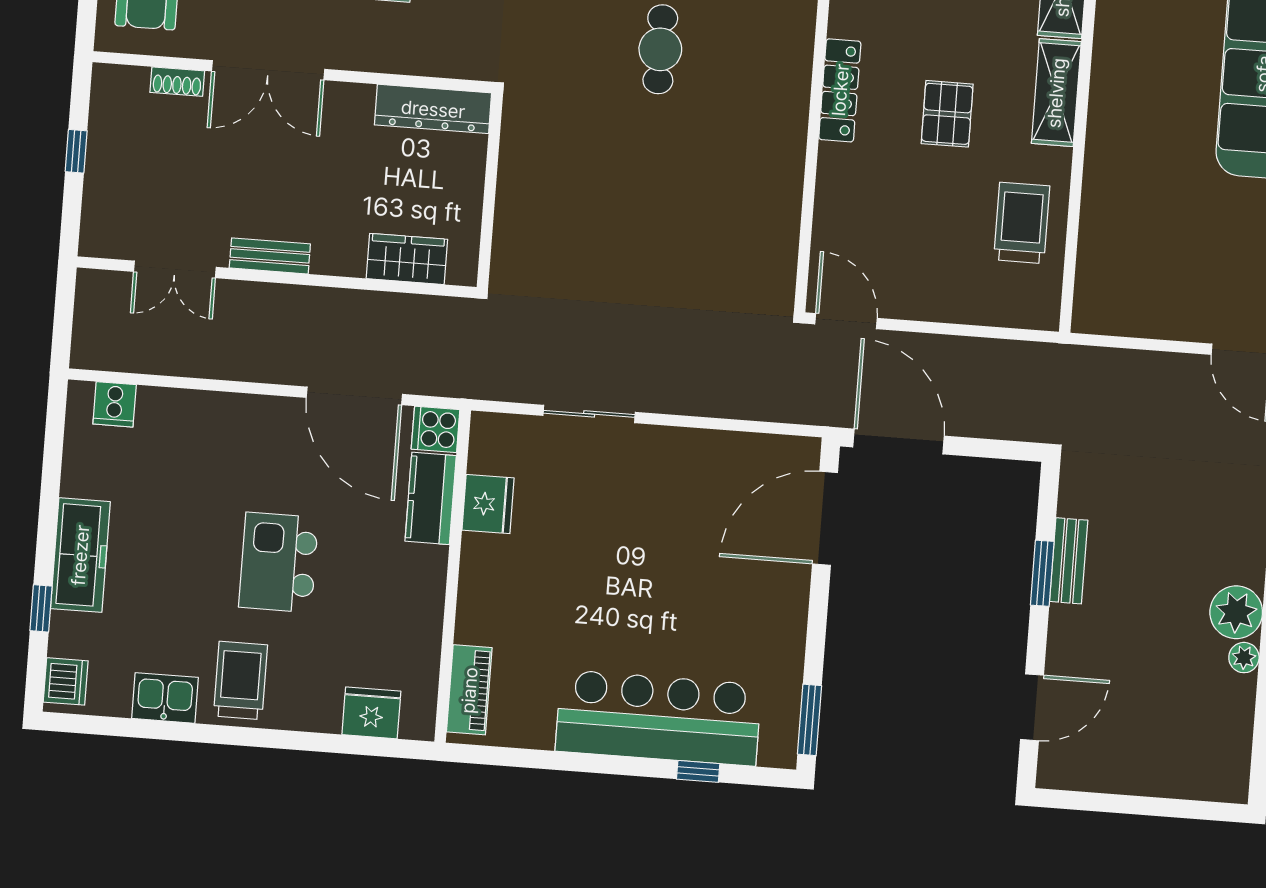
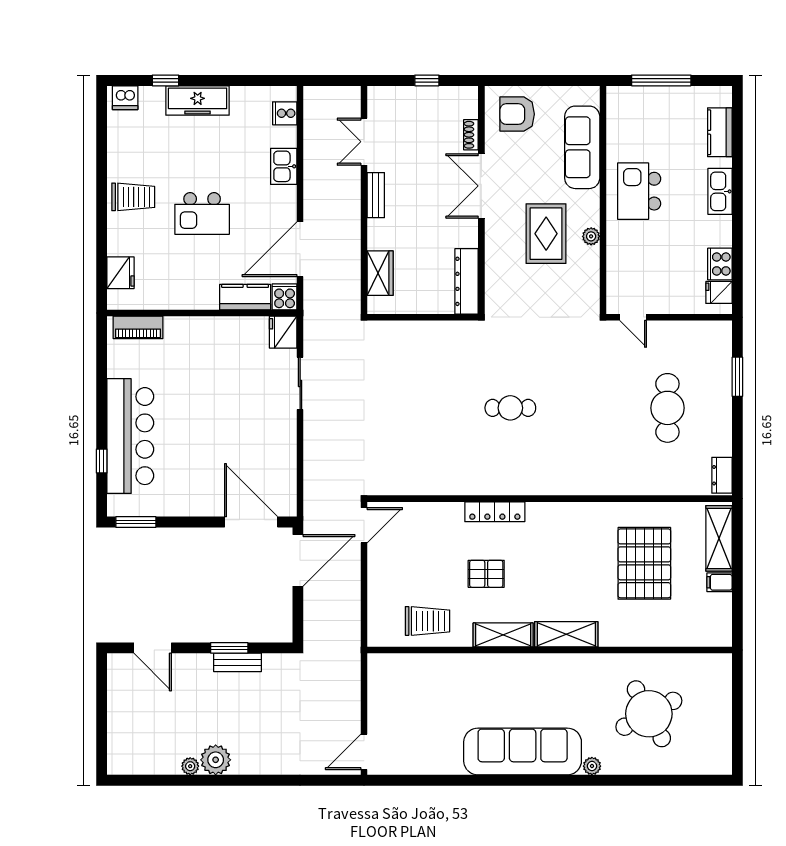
fridge: (488, 504) -> (283, 332), moved, turned 90
kitchen island: (279, 562) -> (202, 213), turned 180
kitchen sink: (165, 698) -> (284, 166), moved, turned 180

